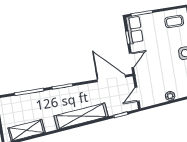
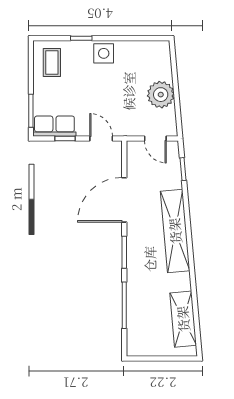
door: (111, 78) -> (124, 200), moved
plant: (170, 96) -> (161, 95), width x1.88, depth x1.88

